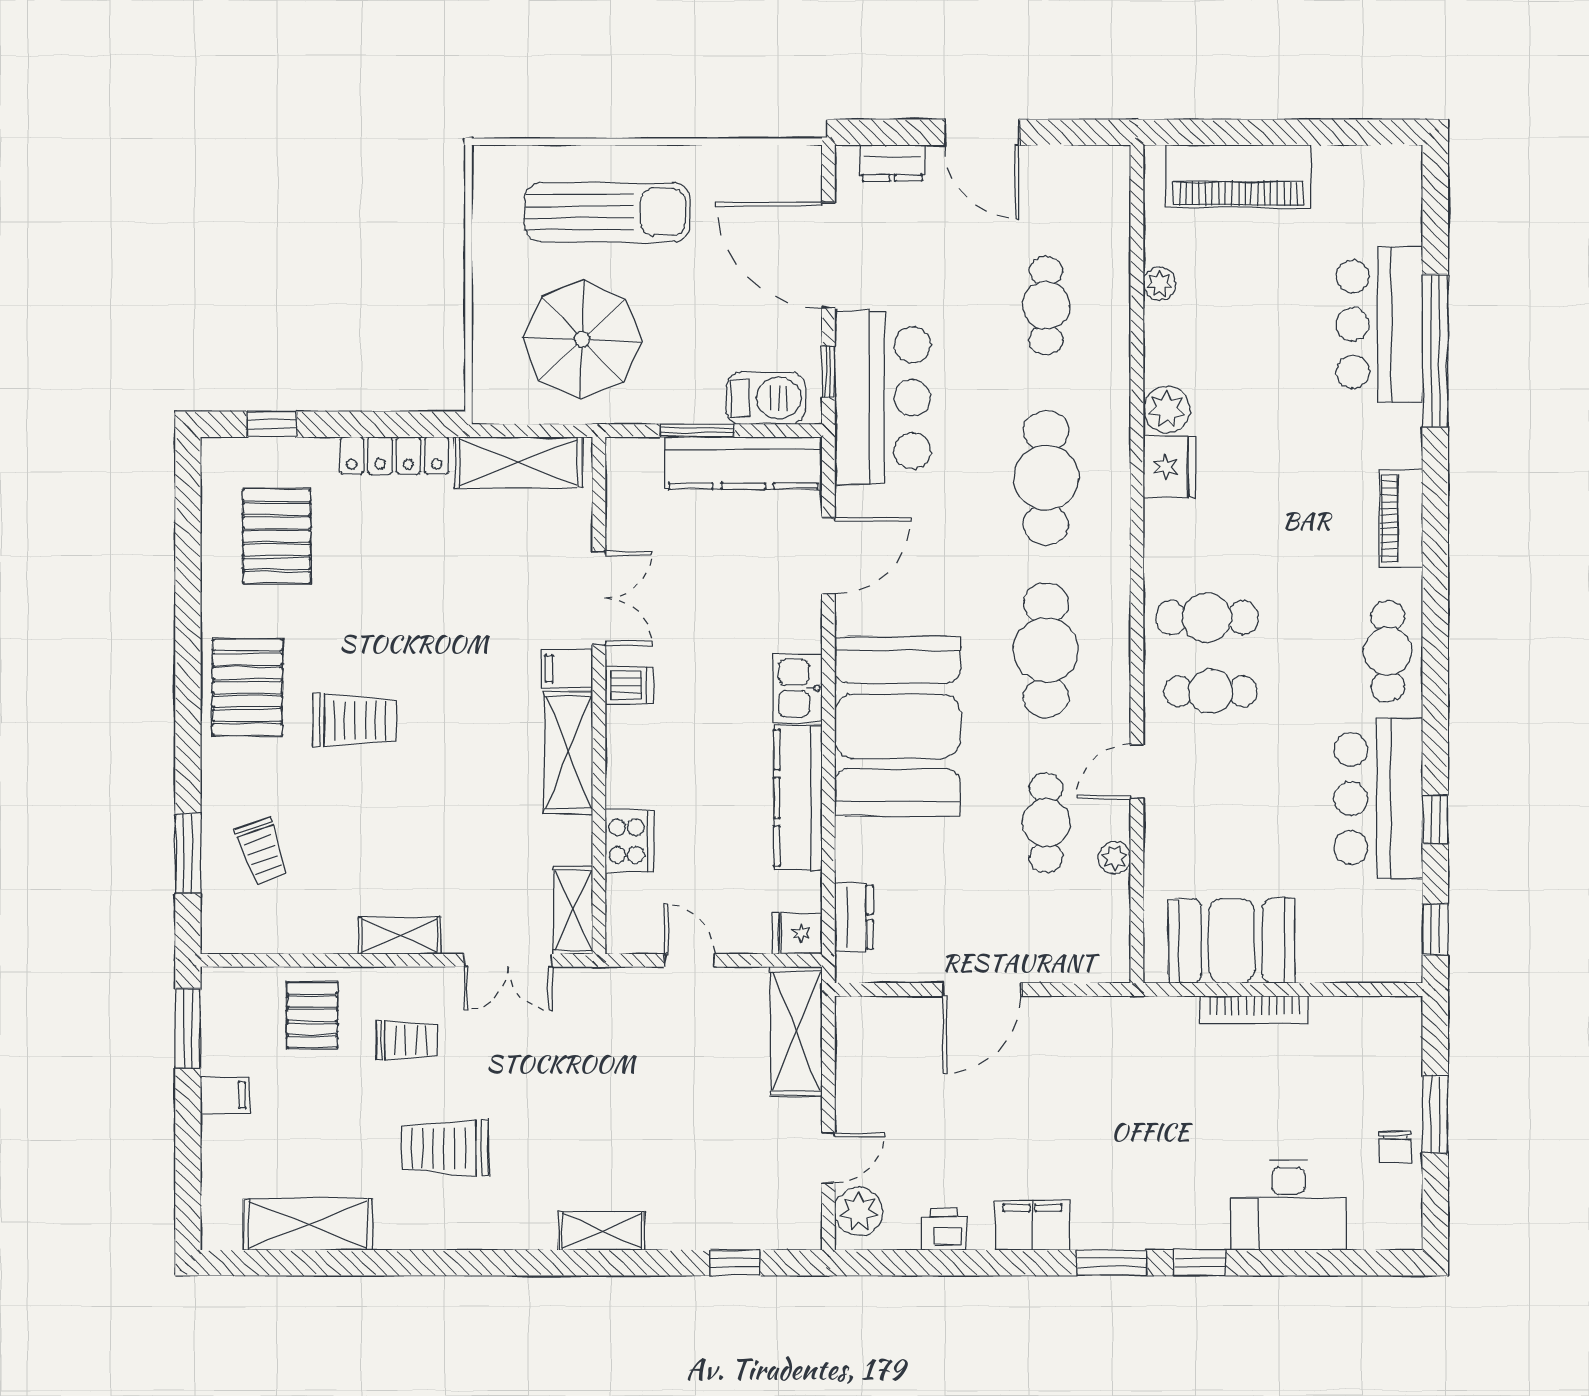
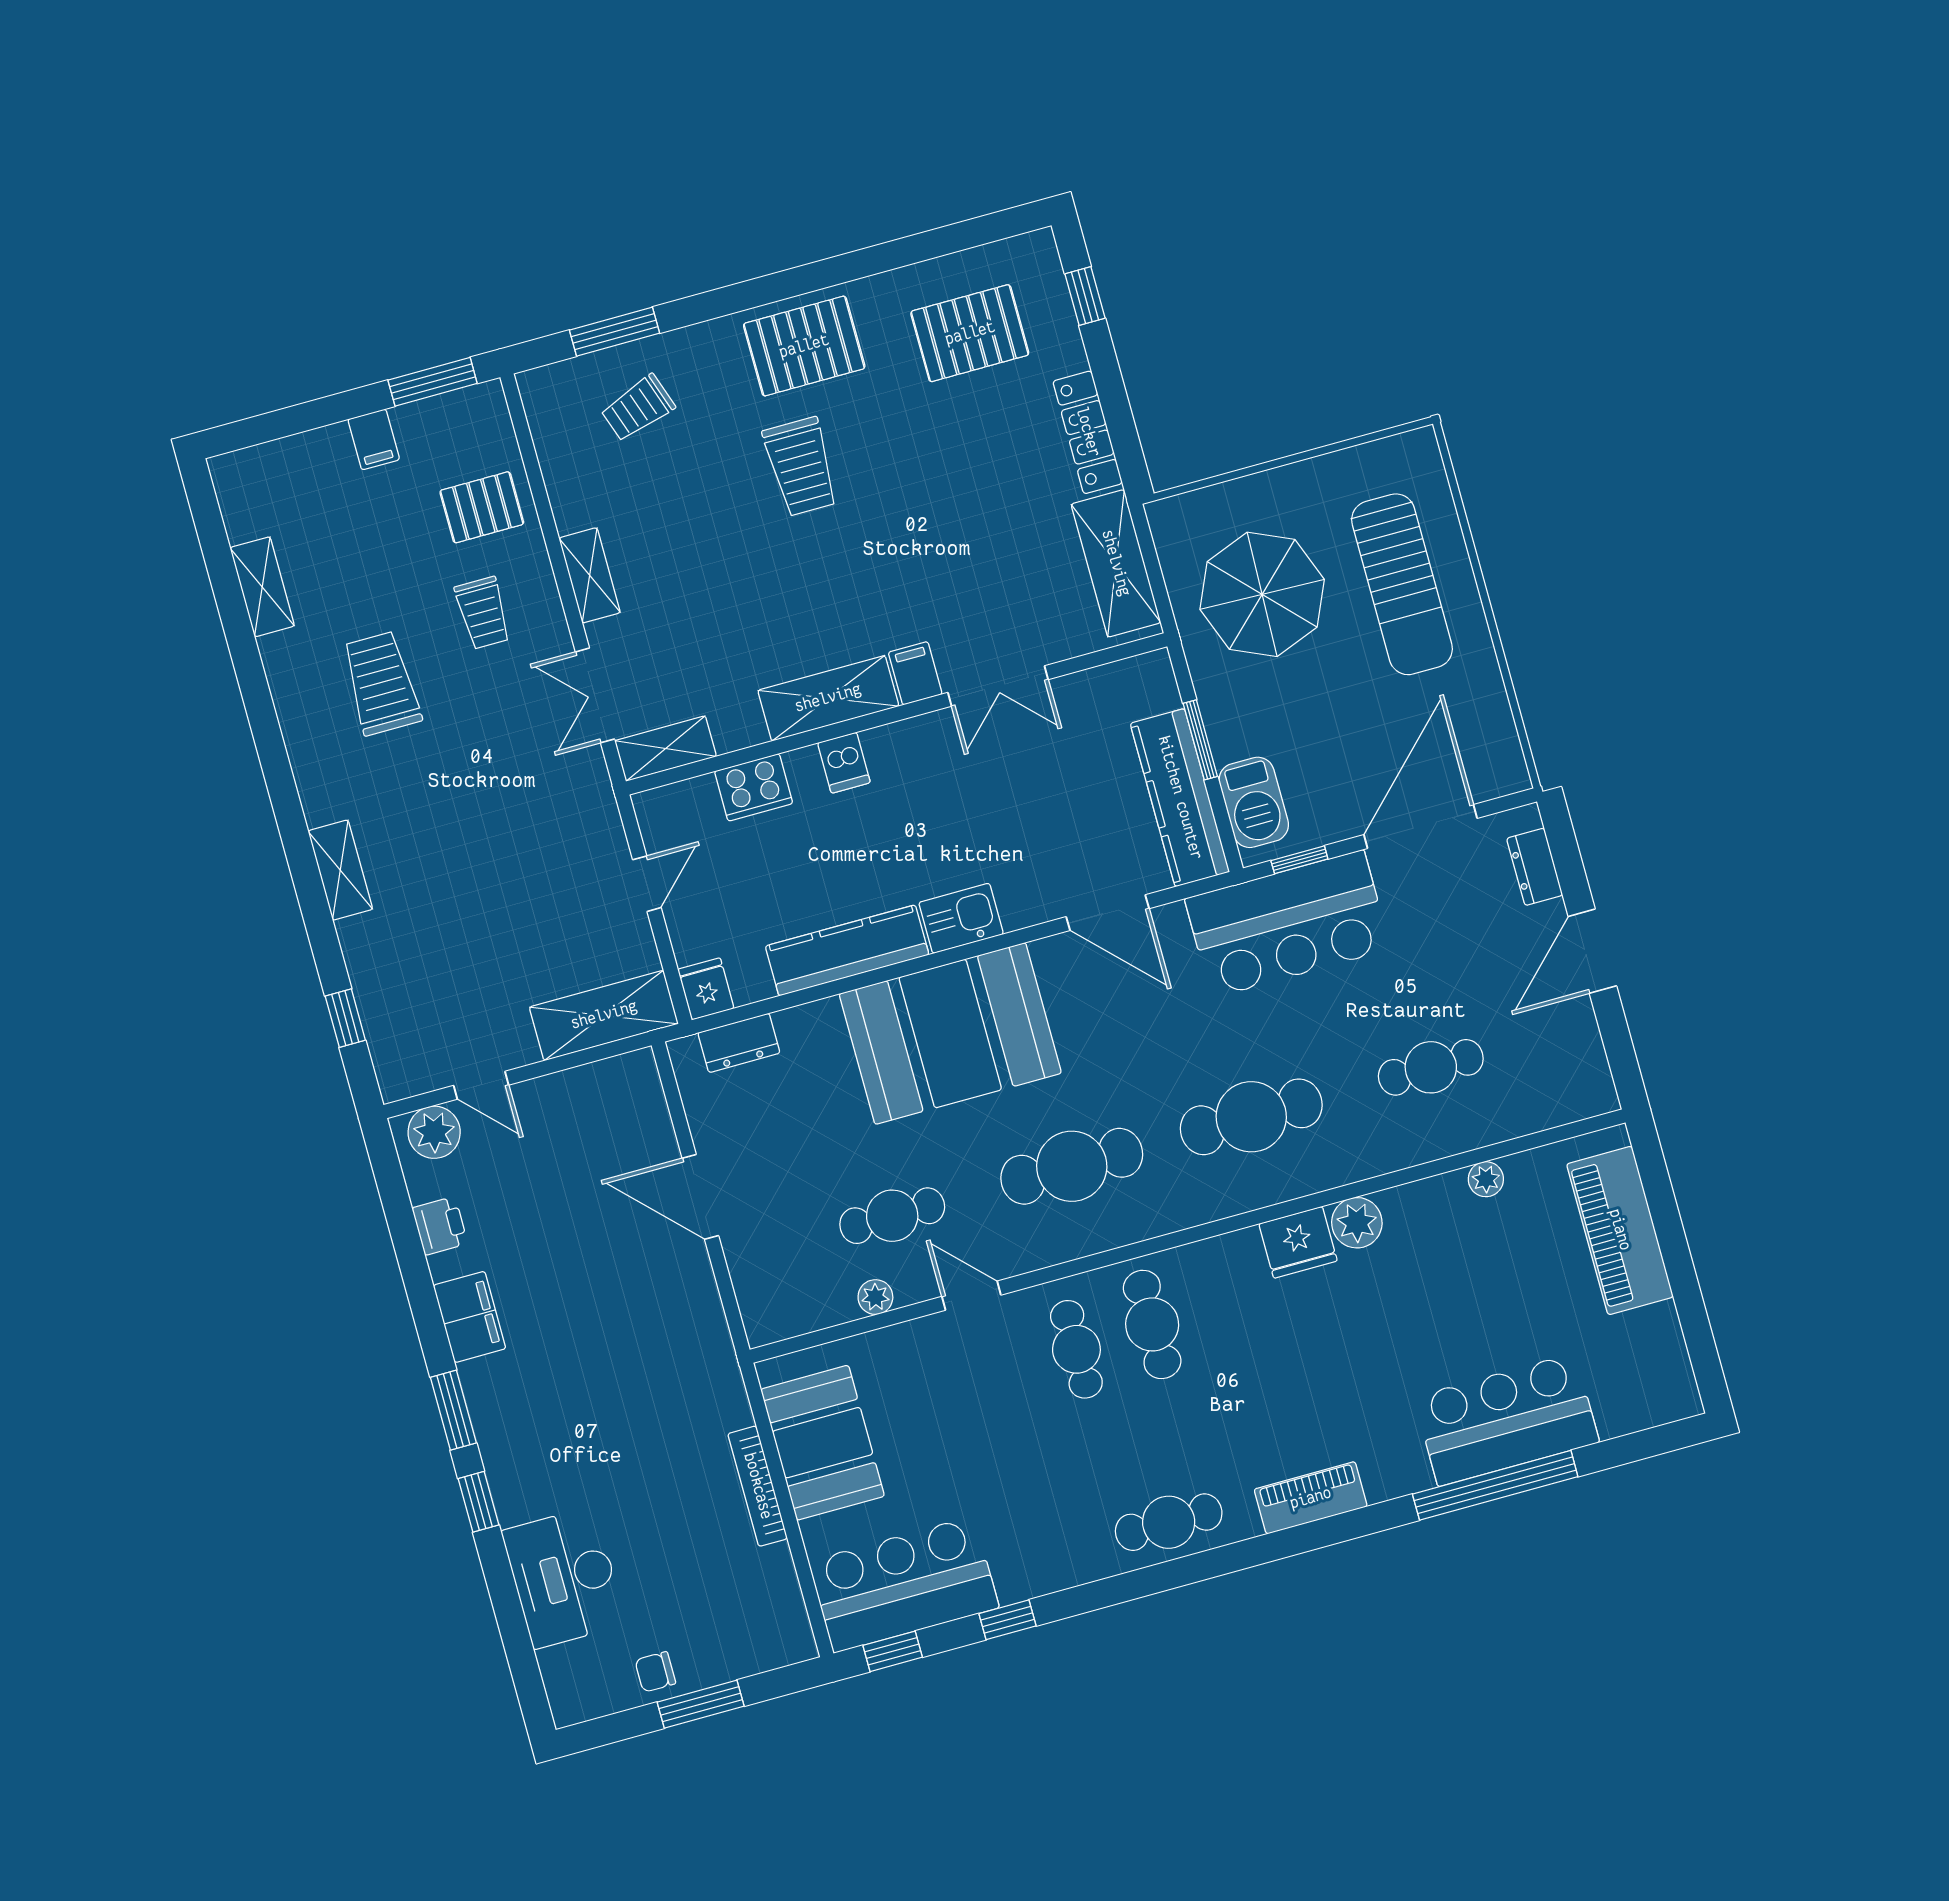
dishwasher: (629, 685) -> (844, 763), moved
bar counter: (1378, 798) -> (904, 1585), moved
shelving: (308, 1224) -> (262, 587), width x0.67, depth x0.75

